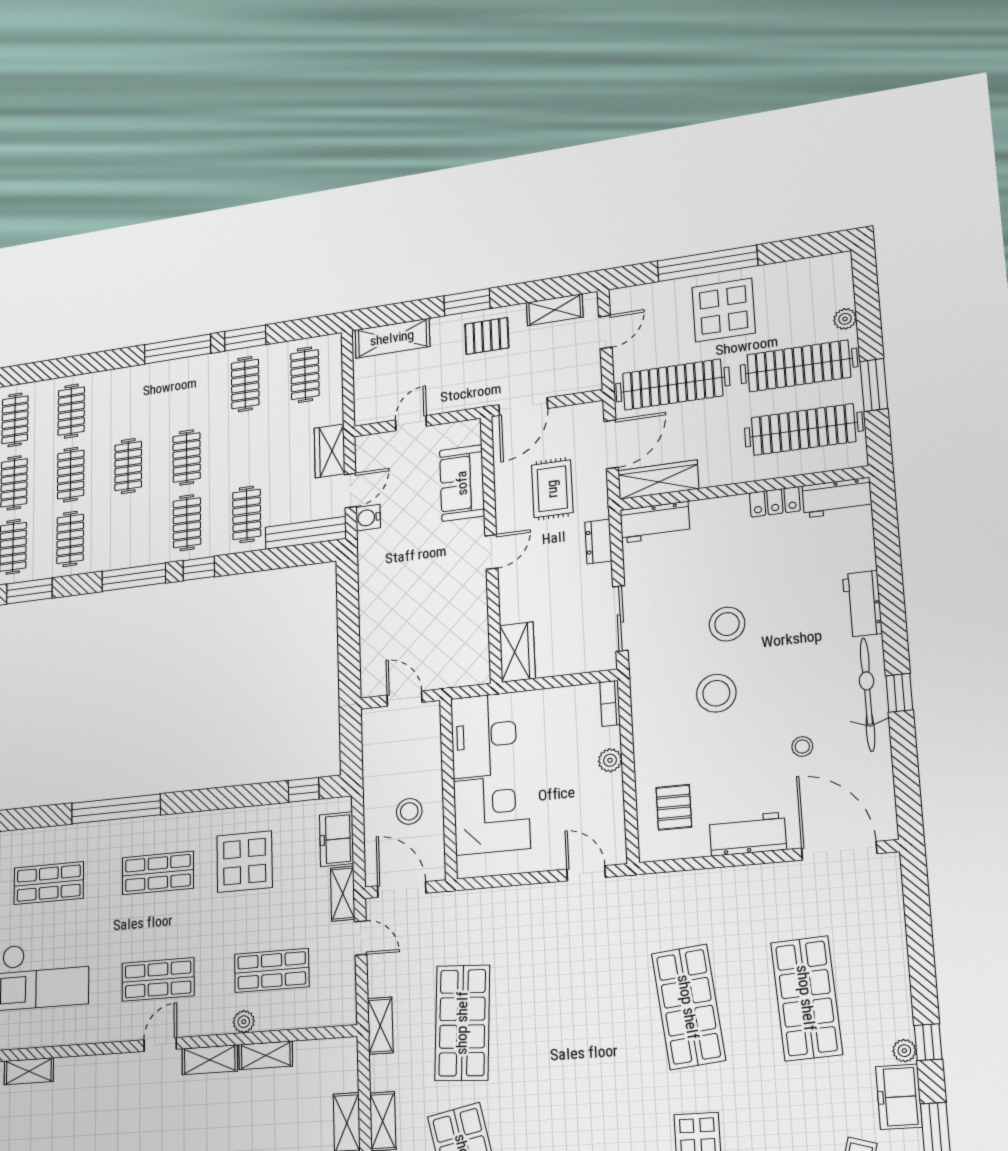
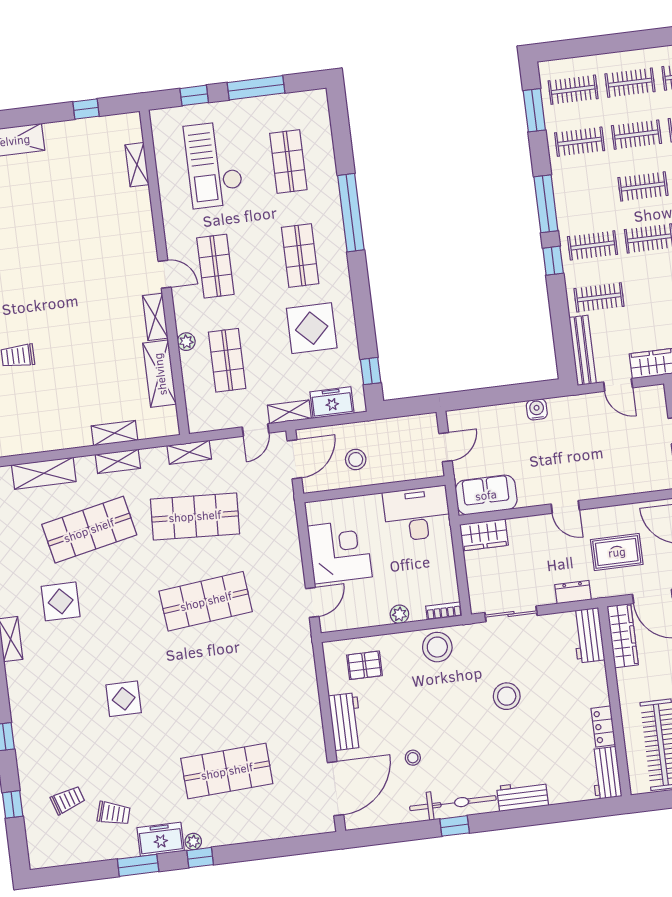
sofa: (462, 483) -> (486, 495), moved
water cooler: (368, 518) -> (537, 409), moved
stool: (716, 693) -> (437, 647), moved
corner desk: (492, 815) -> (340, 551), moved, turned -90
shop shelf: (688, 1007) -> (206, 601), moved
shelving: (266, 1055) -> (160, 374), width x1.50, depth x1.33

